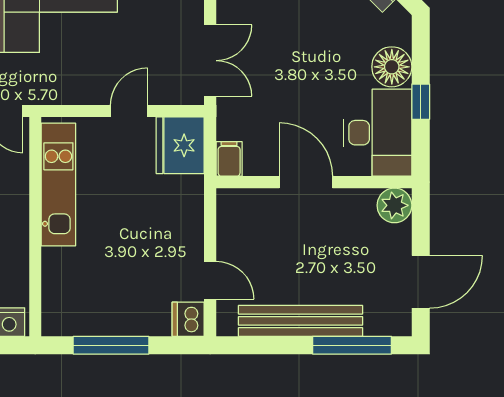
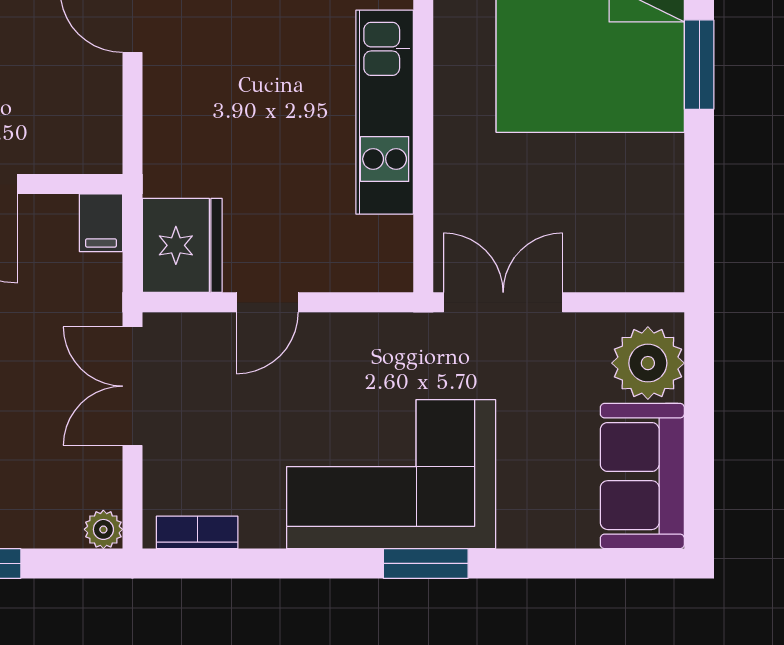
kitchen unit: (58, 185) -> (385, 112), moved

